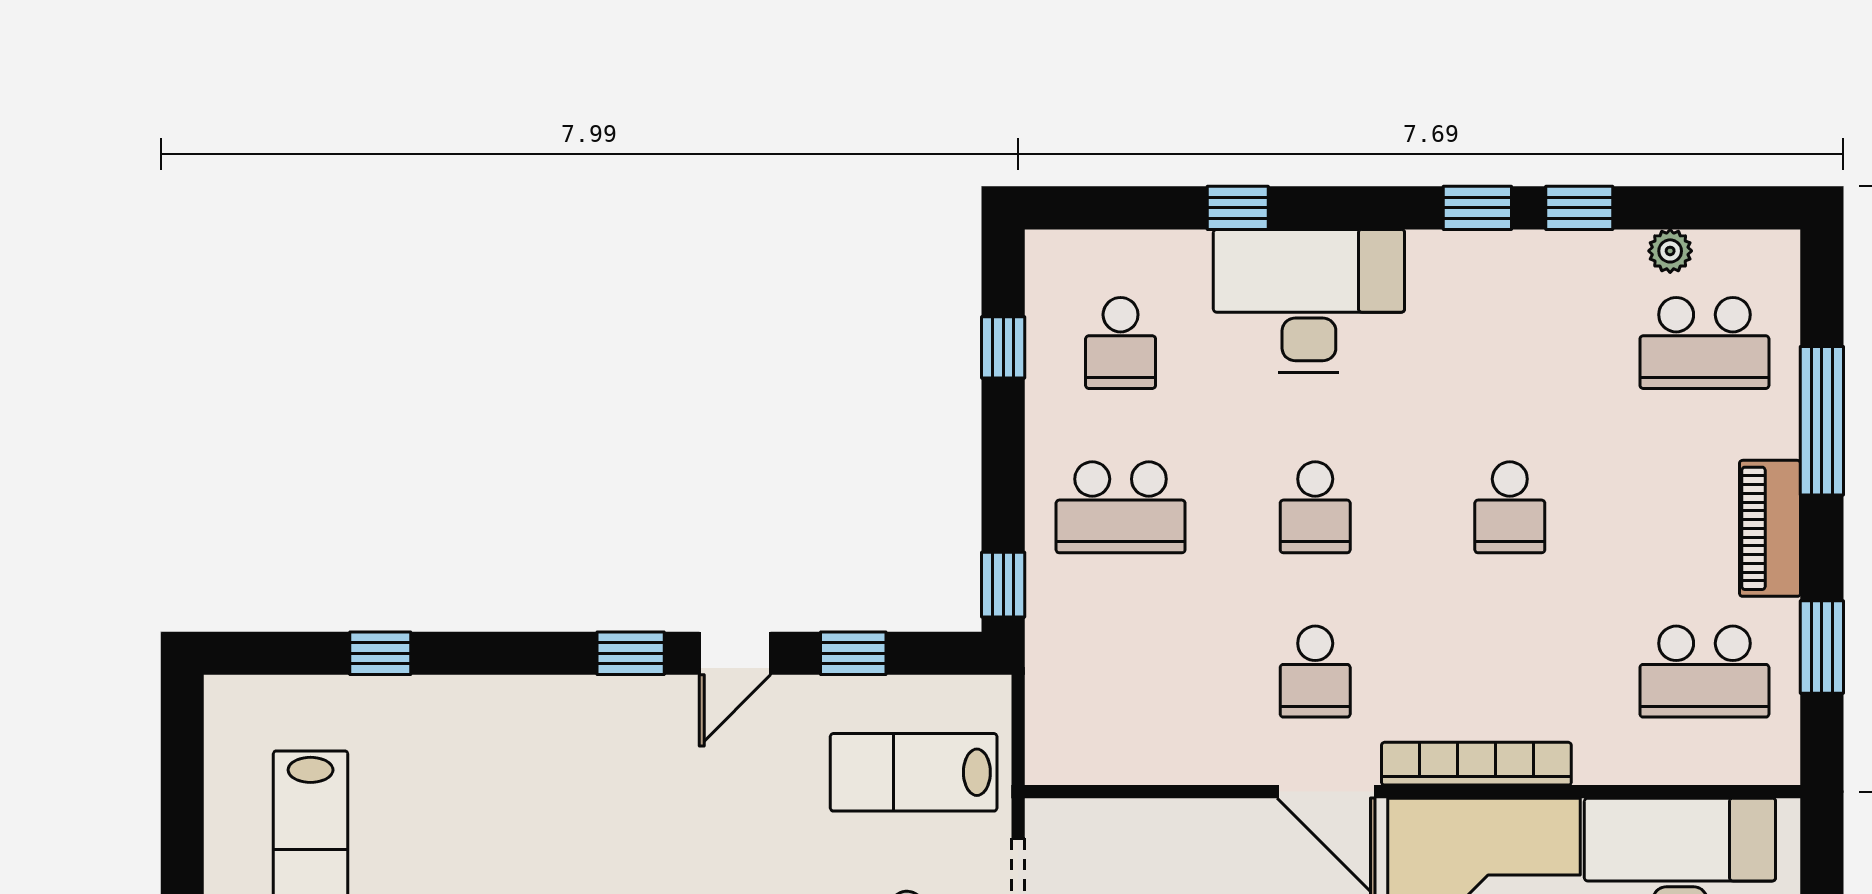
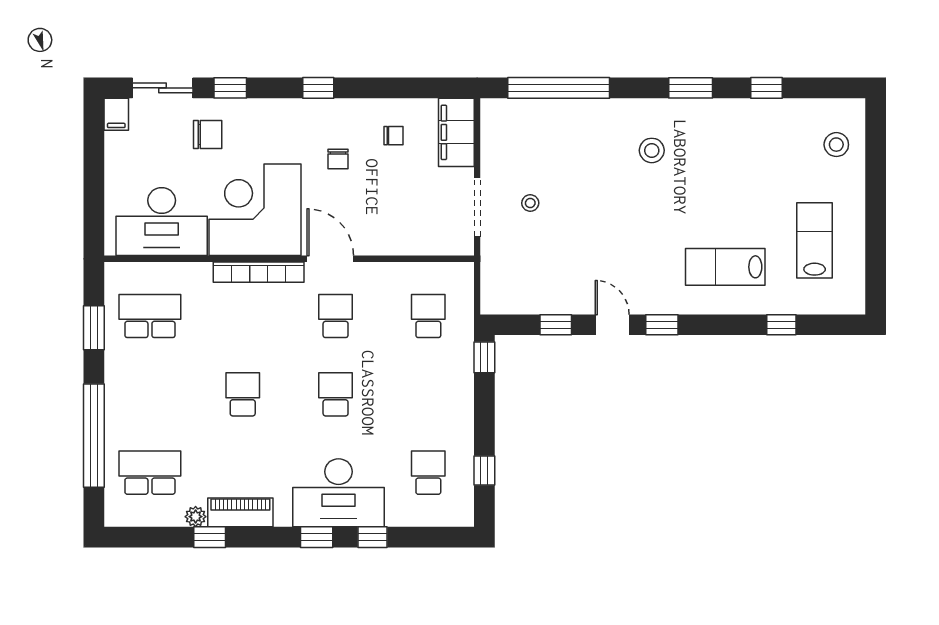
window: (1477, 208) -> (317, 537), moved
plant: (1670, 251) -> (196, 517), moved
window: (1822, 421) -> (94, 436), width x1.46
school desk: (1121, 507) -> (428, 316), moved, width x0.54
piano: (1770, 528) -> (240, 512), moved, turned -90
door: (735, 653) -> (612, 325), hinge flipped
lab bench: (914, 772) -> (725, 267), moved, turned 180

